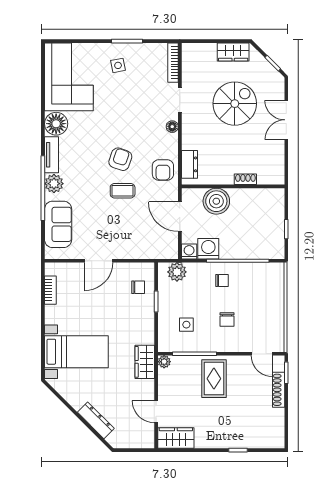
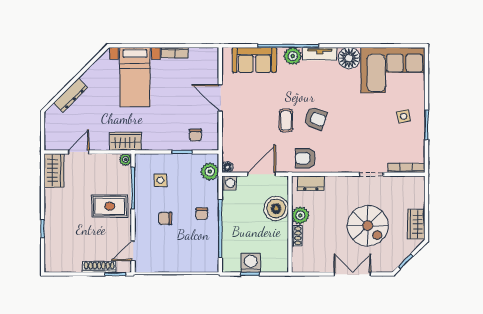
floor lamp: (172, 127) -> (227, 167), moved
plant: (224, 175) -> (300, 215), added
washing machine: (208, 249) -> (251, 263), moved, turned -90
bookcase: (50, 290) -> (175, 53), moved

